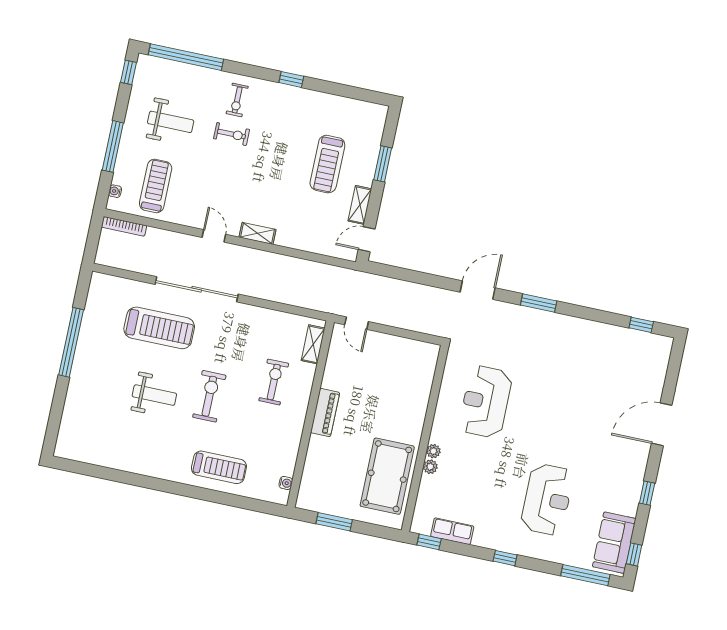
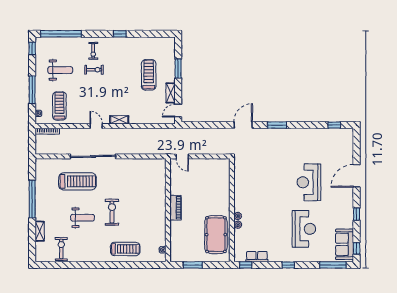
treadmill: (327, 164) -> (149, 75), turned 180
shelving: (313, 344) -> (40, 231), moved
exercise bike: (274, 382) -> (61, 249), moved
reception desk: (485, 402) -> (309, 182), moved

